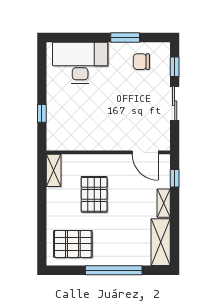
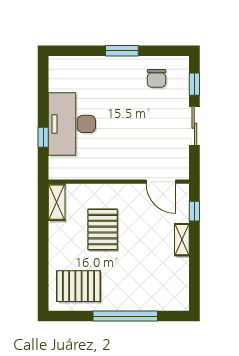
window: (125, 37) -> (122, 51), moved
chair: (141, 62) -> (157, 78), turned -90
desk: (80, 63) -> (72, 124), moved, turned -90
shelving: (161, 242) -> (178, 284), removed

